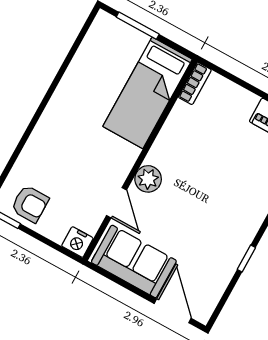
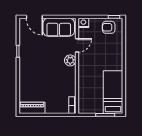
bed: (148, 93) -> (113, 92), moved
door: (117, 203) -> (77, 45), swing flipped

